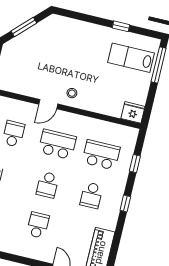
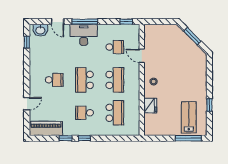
door: (48, 104) -> (142, 56), moved
fridge: (133, 112) -> (150, 106), moved
window: (135, 164) -> (66, 138), moved
school desk: (48, 185) -> (84, 80), width x1.85

